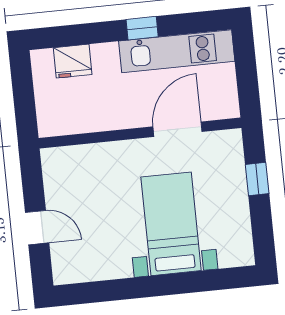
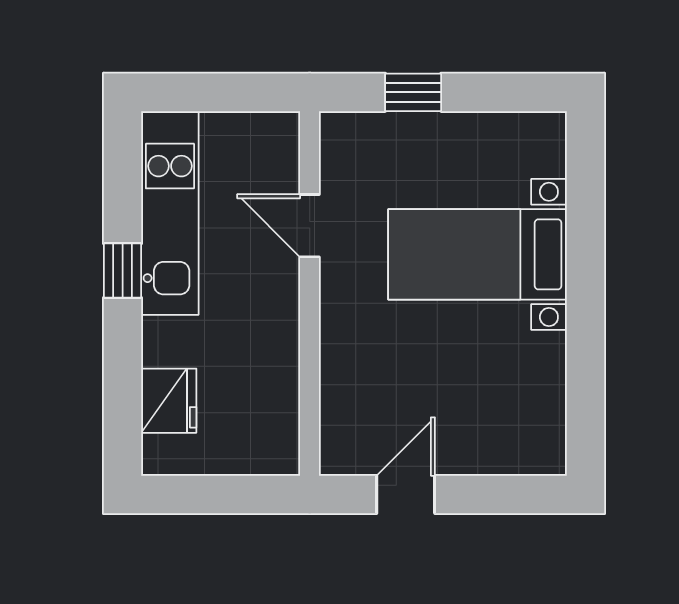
door: (177, 129) -> (310, 226), width x0.73
door: (37, 228) -> (406, 495), moved

